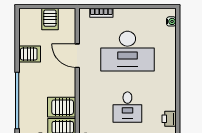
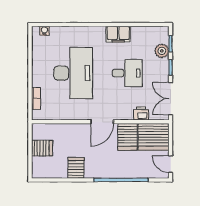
door: (77, 56) -> (102, 122), moved
filing cabinet: (168, 98) -> (118, 34), added
printer: (169, 119) -> (141, 113), moved, turned 180

